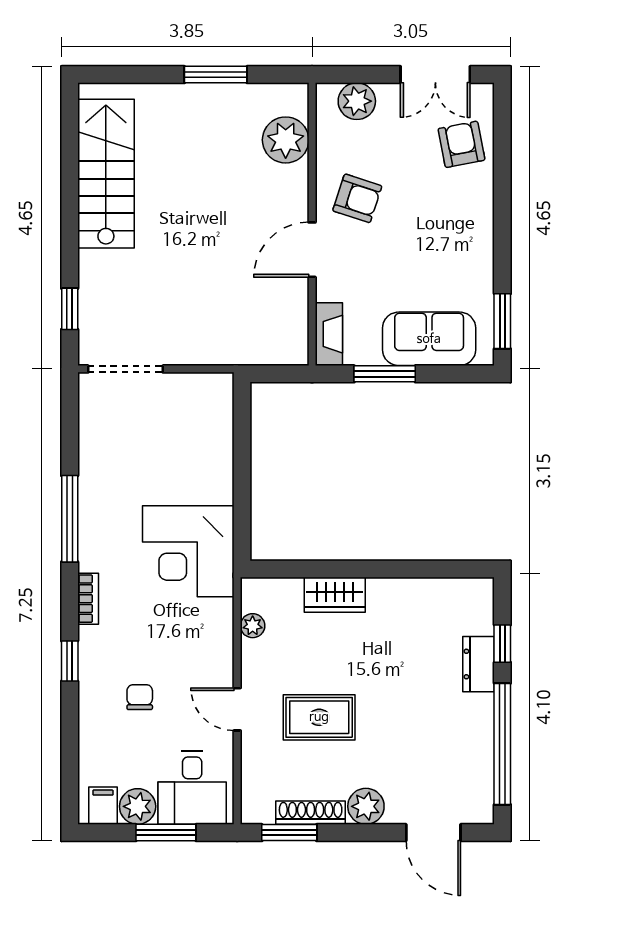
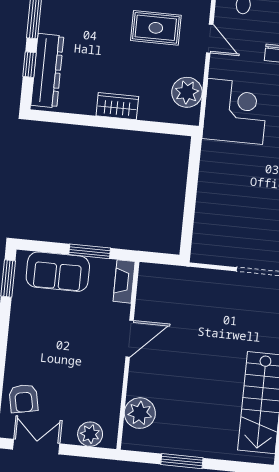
armchair: (357, 198) -> (96, 370), removed
corner desk: (188, 551) -> (235, 111), moved
wardrobe: (335, 595) -> (117, 106), moved
plant: (253, 626) -> (187, 92), width x1.88, depth x1.88
dresser: (479, 664) -> (47, 71), width x1.96, depth x1.24

